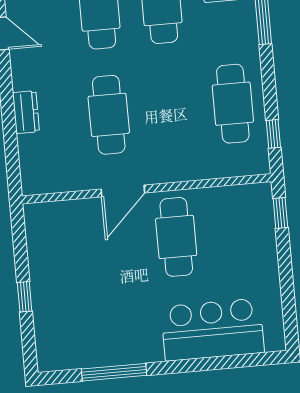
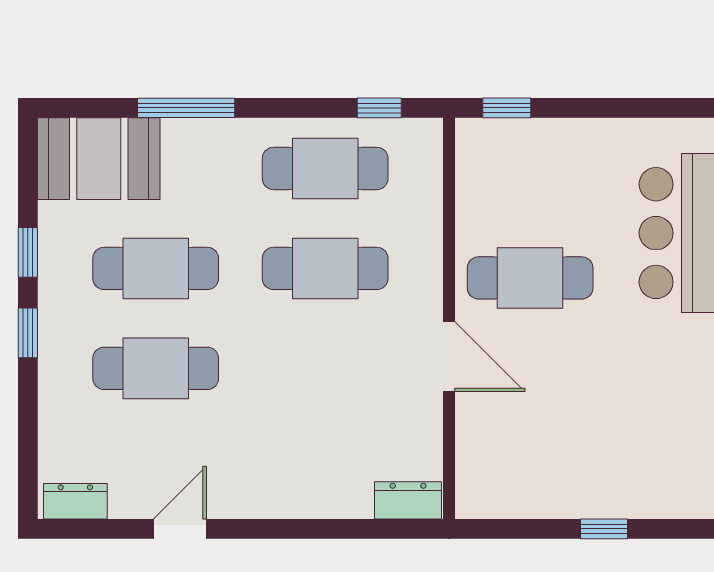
dresser: (26, 112) -> (408, 500), moved
cafe table: (109, 115) -> (325, 268), moved

